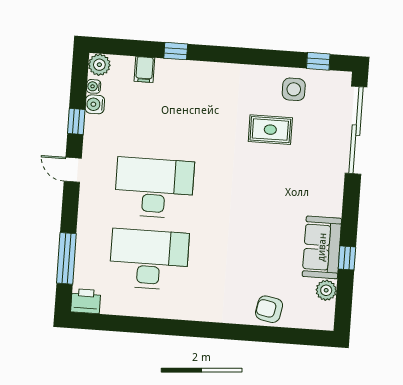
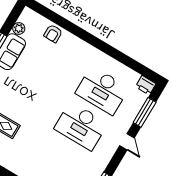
door: (73, 170) -> (127, 142), moved
armchair: (269, 309) -> (53, 34), turned 79

